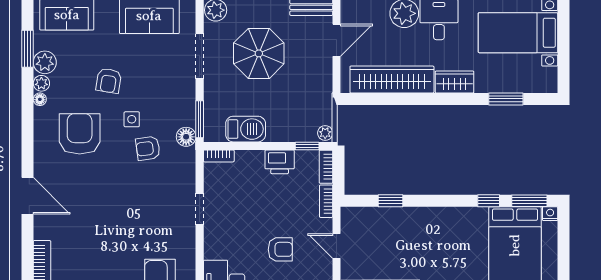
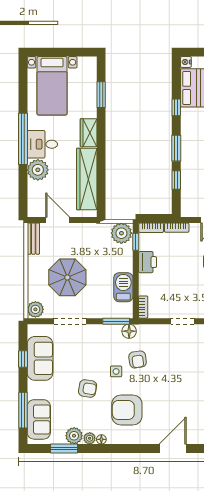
plant: (325, 133) -> (121, 233), width x1.88, depth x1.88
window: (529, 201) -> (176, 148), moved

